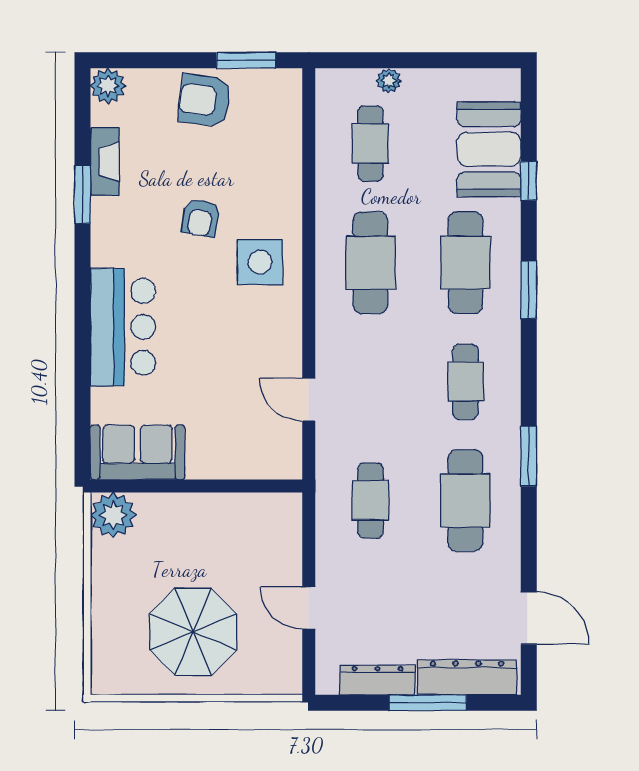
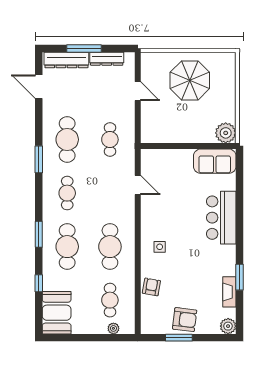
window: (246, 60) -> (179, 338), moved
plant: (389, 81) -> (113, 328), moved
booth: (489, 149) -> (57, 313), moved
armchair: (201, 218) -> (151, 287), moved
side table: (260, 262) -> (160, 247), width x0.54, depth x0.54

